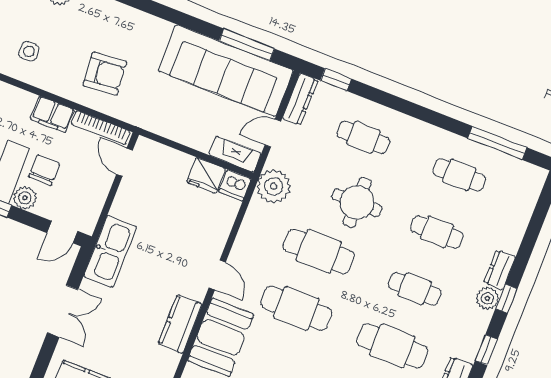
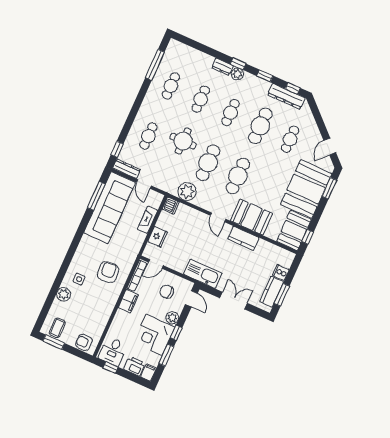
side table: (29, 51) -> (79, 279), moved
fireplace: (235, 154) -> (148, 220), moved
chair: (44, 170) -> (167, 292), moved
fridge: (206, 175) -> (158, 237), moved
plant: (274, 186) -> (187, 192), moved
door: (217, 275) -> (218, 217), swing flipped

